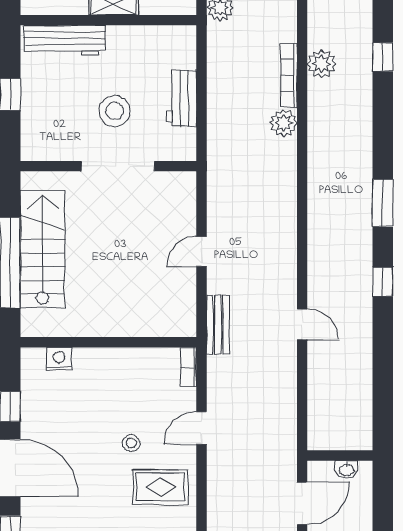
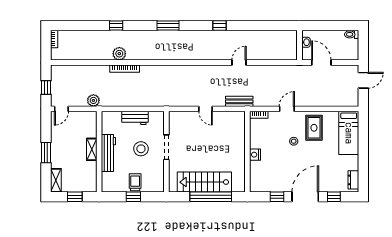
workbench: (64, 40) -> (108, 153), moved
trolley: (42, 98) -> (135, 182), added
plant: (284, 123) -> (146, 71), removed
doorway: (118, 166) -> (166, 147), width x0.73
window: (383, 203) -> (168, 25), moved
nightstand: (59, 359) -> (255, 155), moved
door: (202, 428) -> (287, 109), swing flipped

